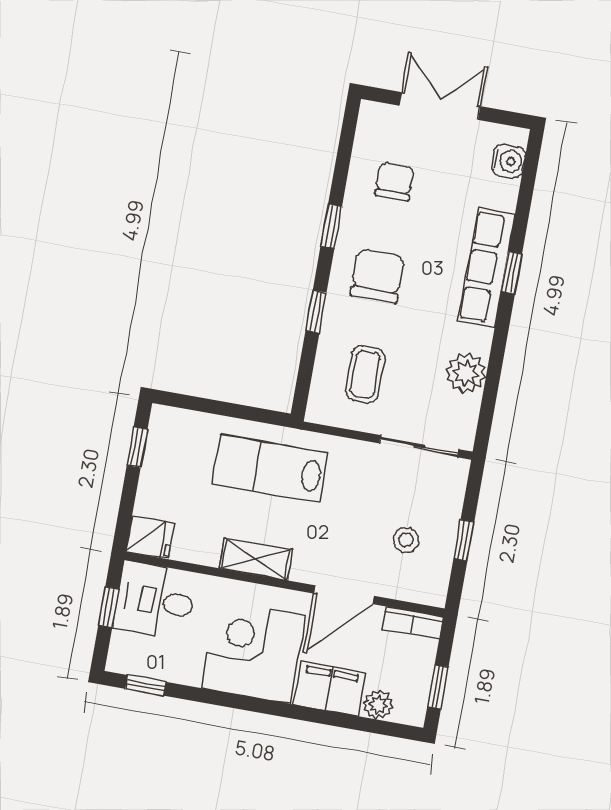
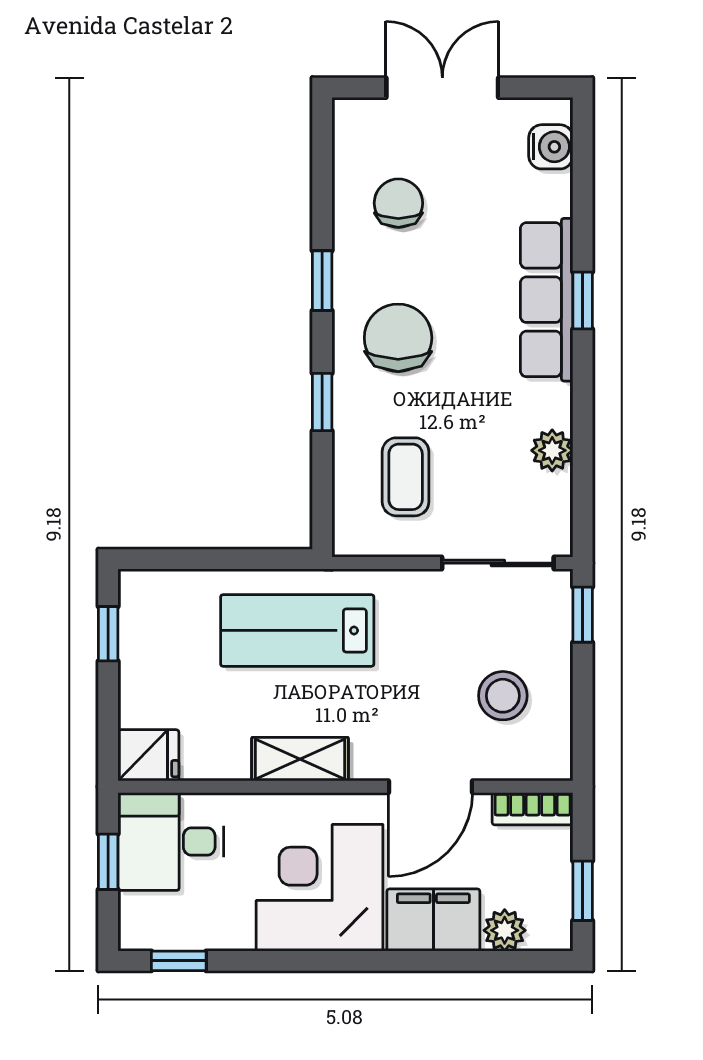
plant: (466, 373) -> (552, 450), width x0.73, depth x0.73
stool: (406, 540) -> (503, 696), width x1.37, depth x1.37
window: (464, 540) -> (583, 615), moved

